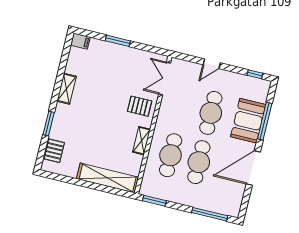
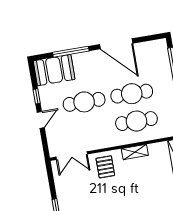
door: (212, 64) -> (41, 120), hinge flipped
window: (255, 74) -> (37, 96), moved
booth: (248, 121) -> (54, 70), moved

